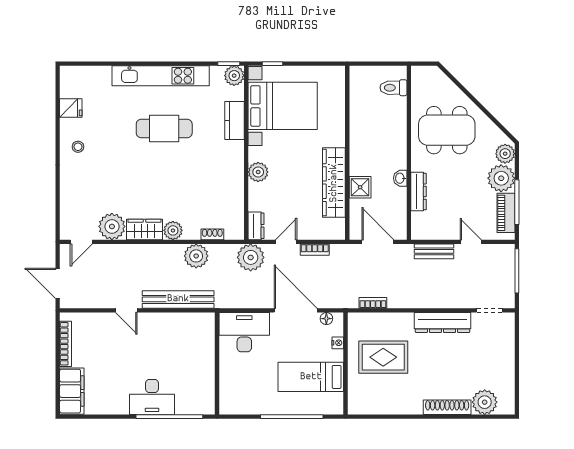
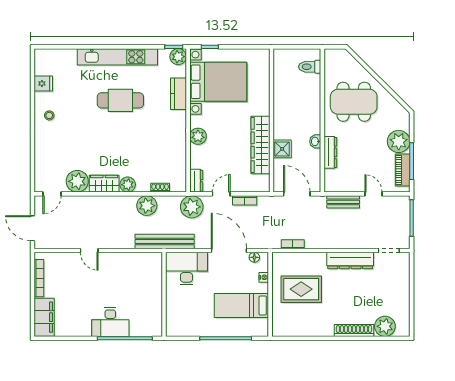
plant: (505, 154) -> (402, 121), removed
bench: (178, 299) -> (165, 241), moved

